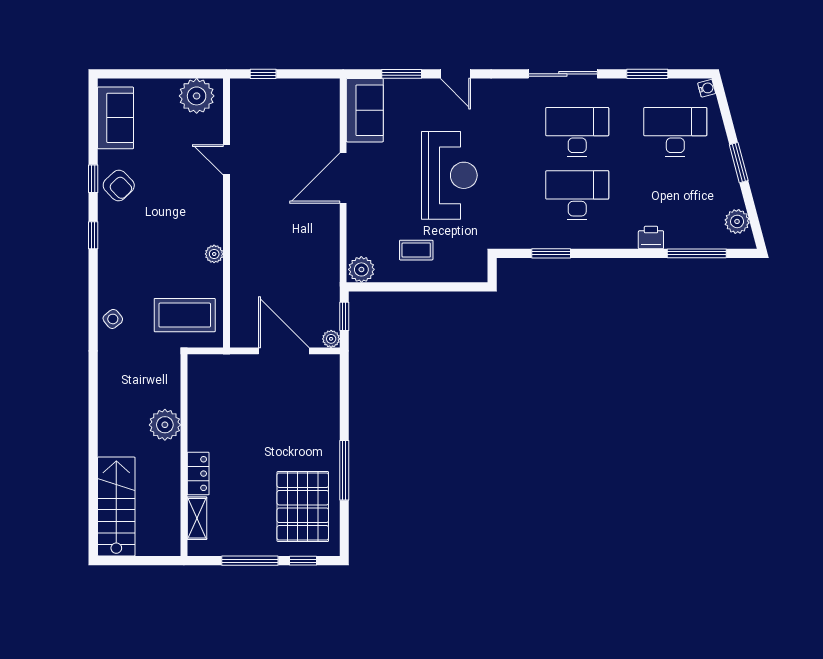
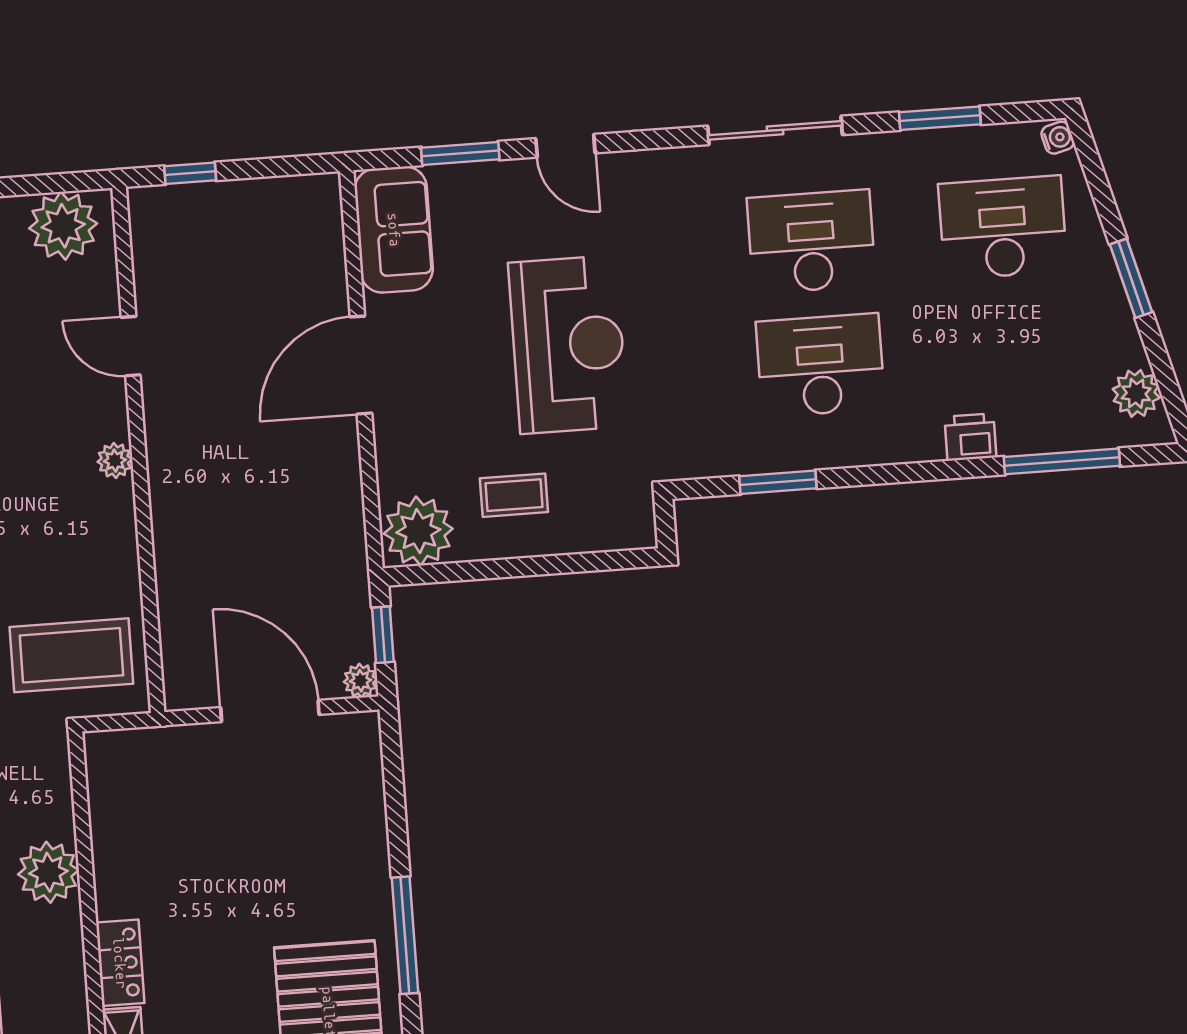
plant: (214, 254) -> (115, 461), moved
plant: (361, 269) -> (418, 531), width x1.36, depth x1.36

